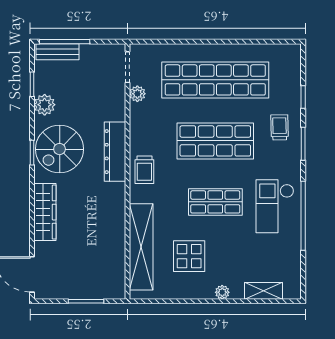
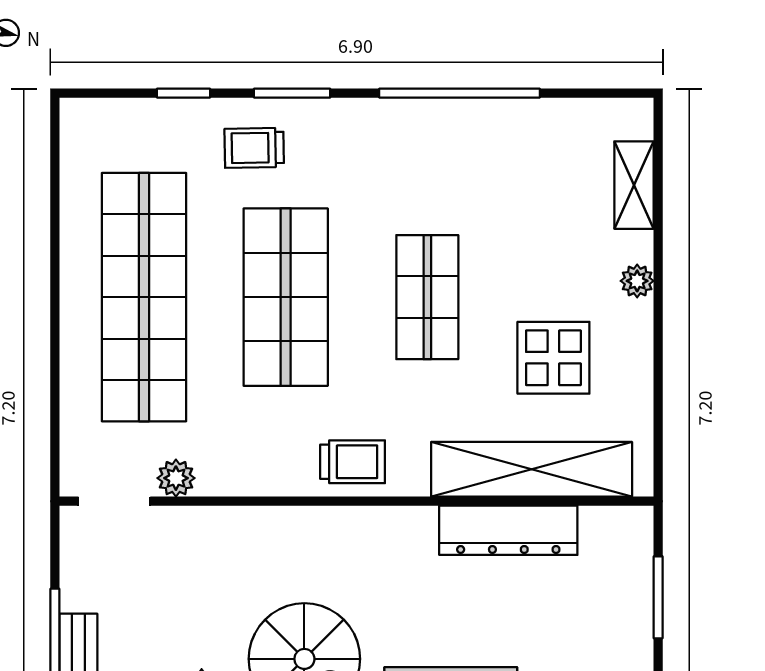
dresser: (115, 152) -> (508, 530), moved
checkout: (275, 206) -> (437, 159), removed

